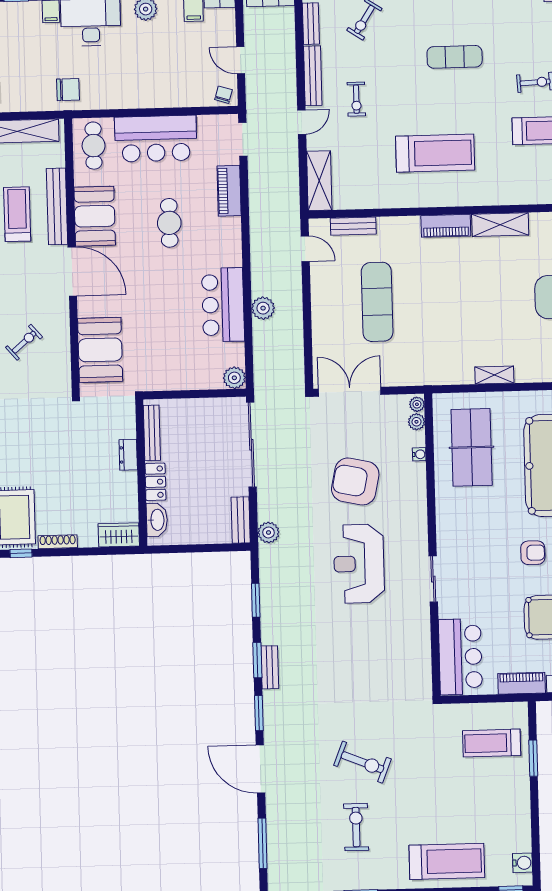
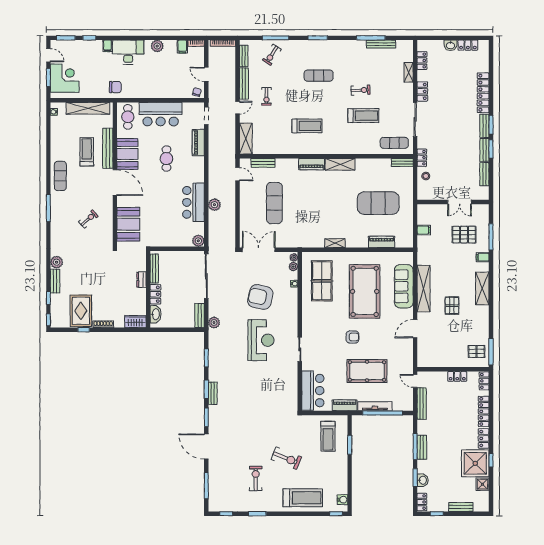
treadmill: (435, 153) -> (307, 126), width x0.73, depth x0.73
reception desk: (359, 564) -> (261, 340), turned 180
treadmill: (492, 743) -> (328, 436), turned -90
exercise bike: (362, 762) -> (286, 458), moved

